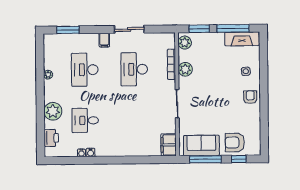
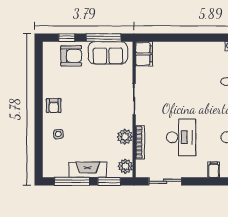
sliding door: (129, 29) -> (165, 181), moved
fireplace: (242, 39) -> (88, 170), moved

